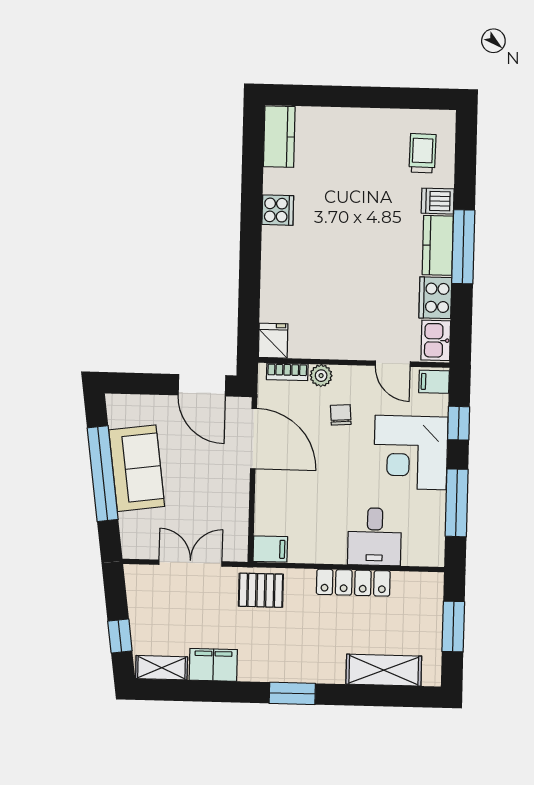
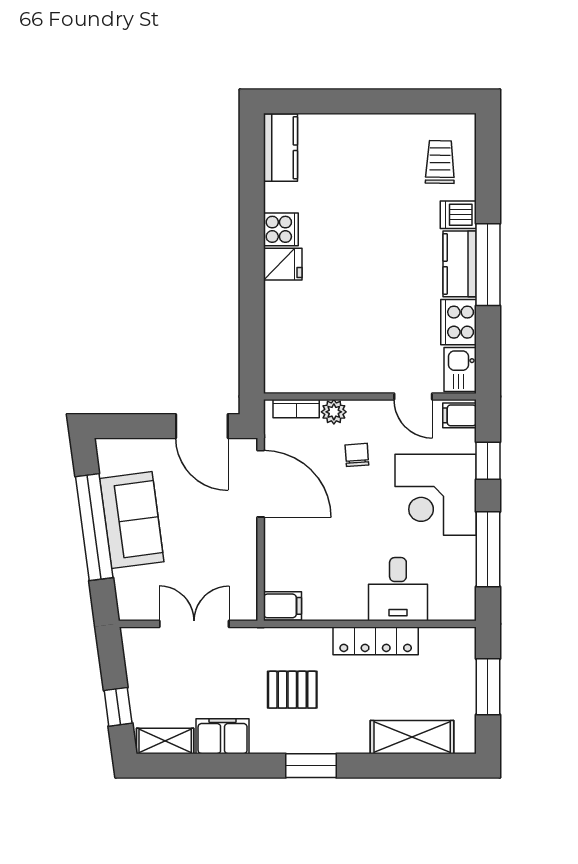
fridge: (273, 341) -> (283, 264), moved, turned 90
pallet: (261, 590) -> (292, 690), moved

